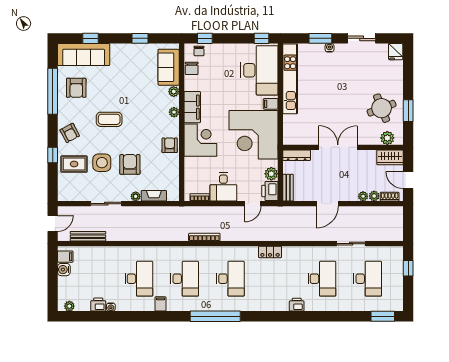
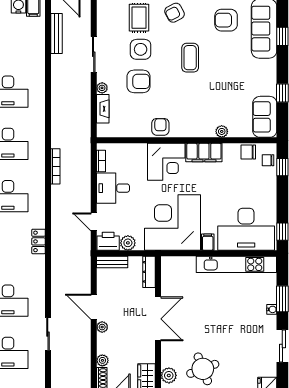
sofa: (169, 67) -> (265, 117), moved, turned -90
plant: (174, 112) -> (198, 132), removed
armchair: (170, 145) -> (160, 127), turned -90
plant: (363, 196) -> (102, 327), moved

